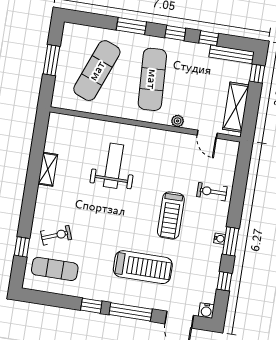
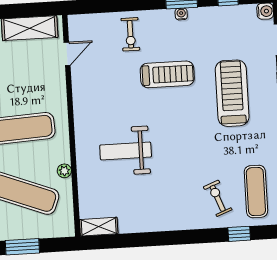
plant: (178, 121) -> (64, 171), moved
shelving: (48, 169) -> (99, 227), moved

